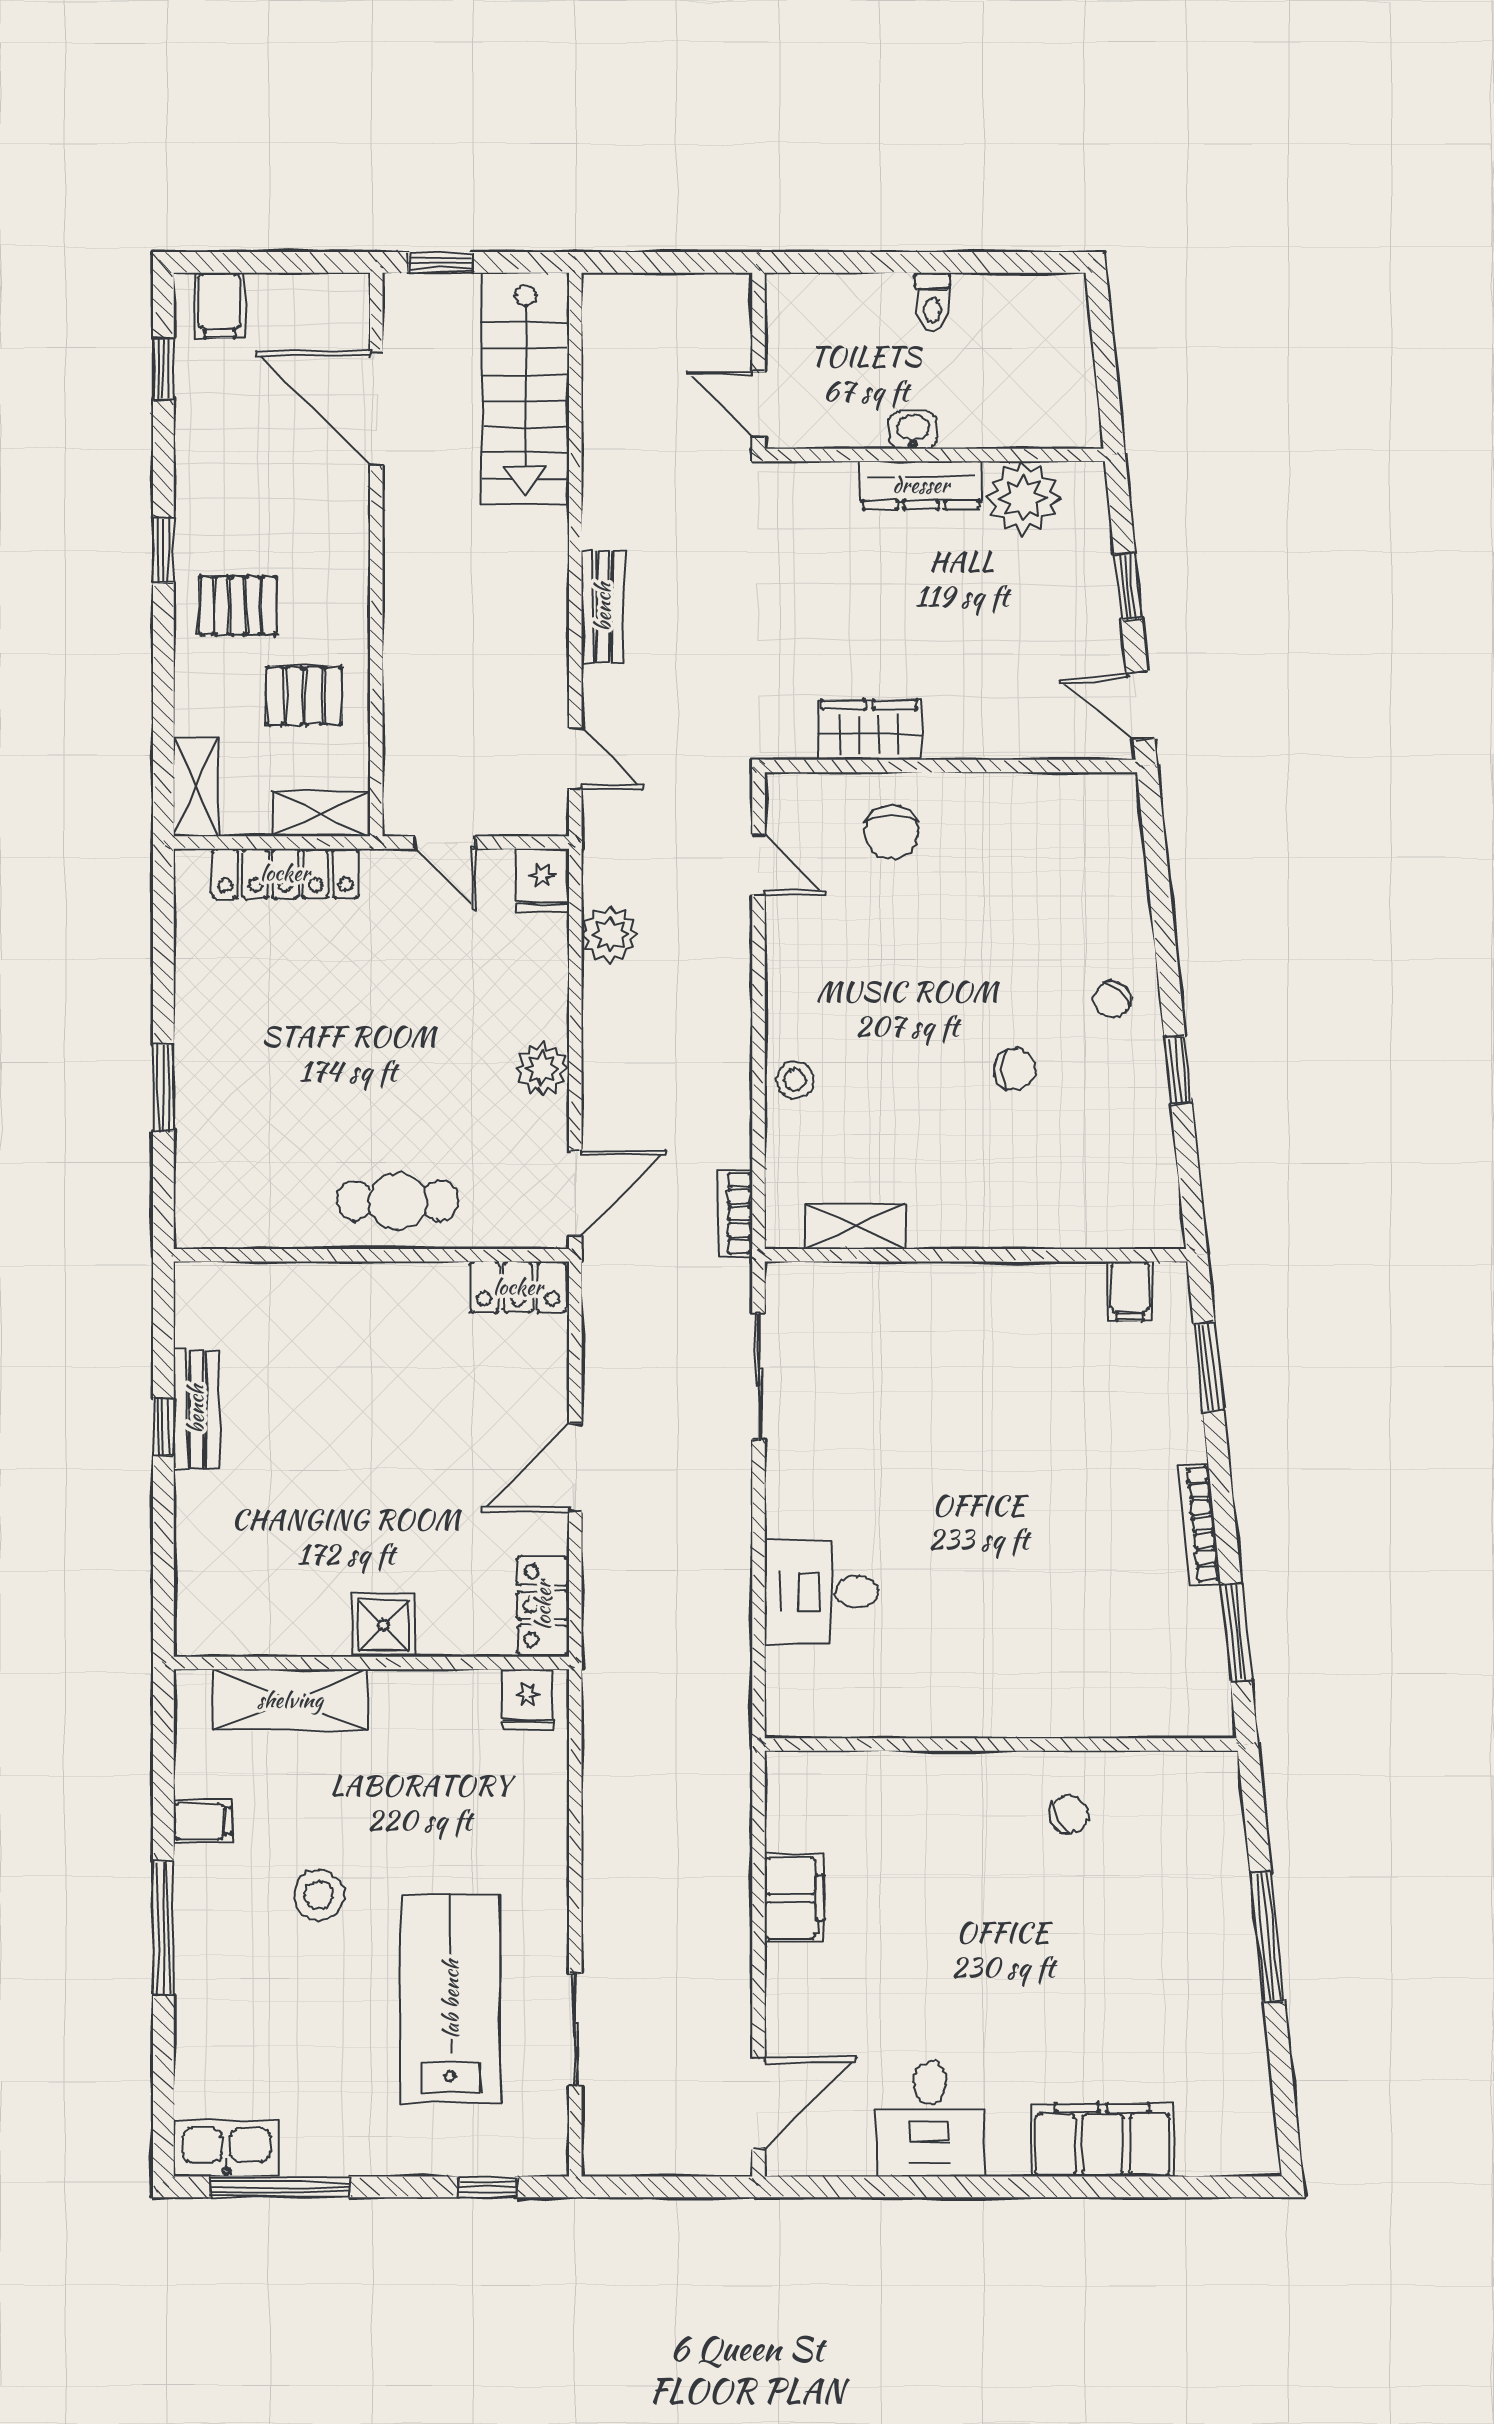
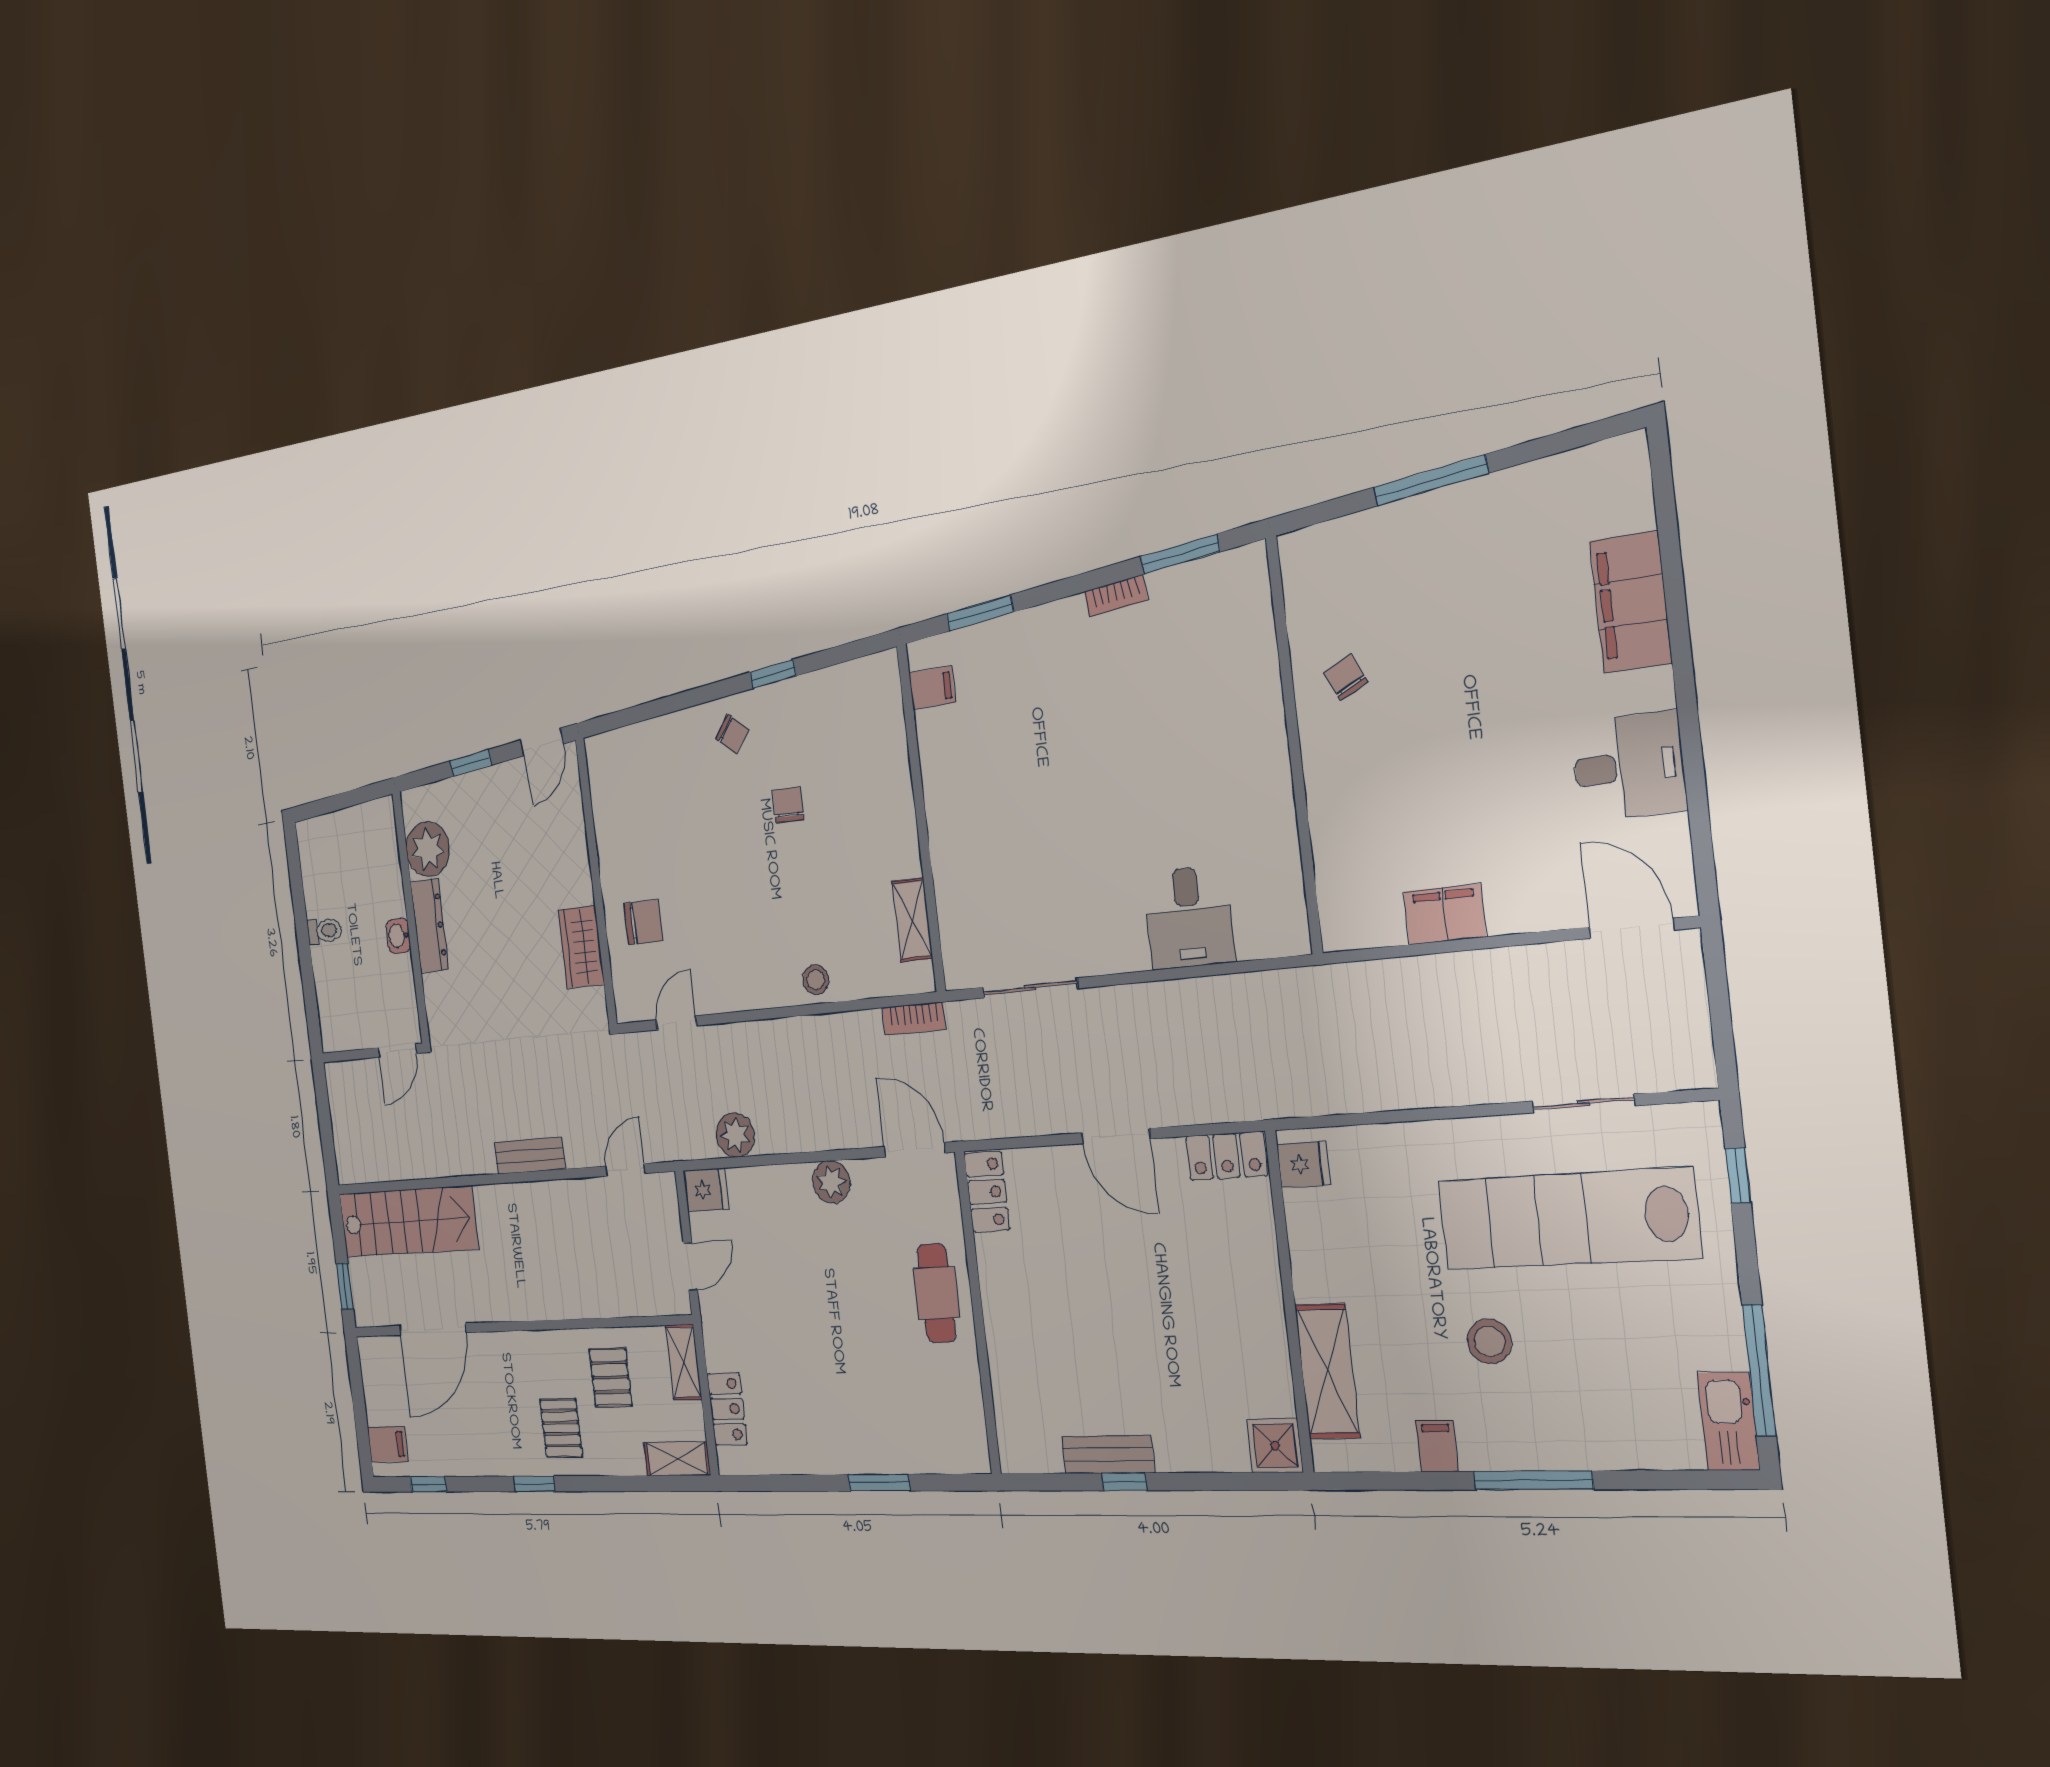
locker: (285, 873) -> (727, 1409), width x0.66
bookcase: (1199, 1524) -> (1116, 596), width x0.64
shower: (384, 1625) -> (1275, 1446), moved
lab bench: (451, 1999) -> (1568, 1219), width x1.36

